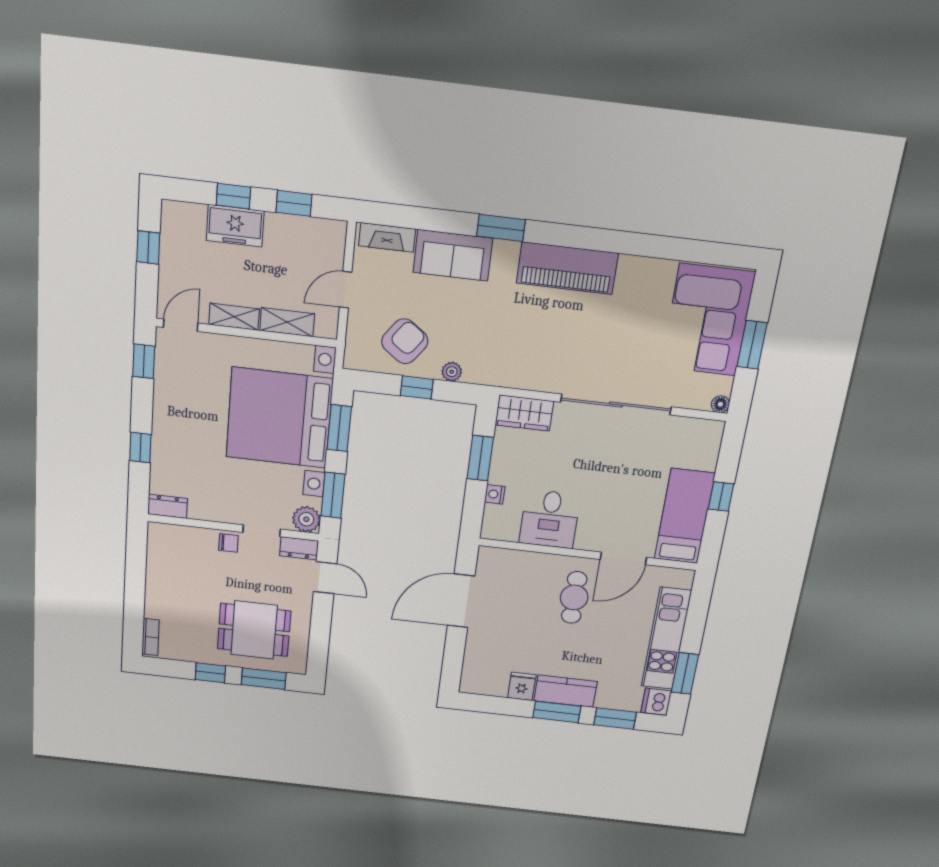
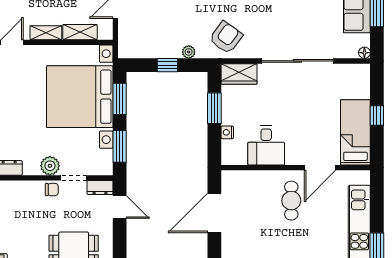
armchair: (405, 341) -> (226, 37), moved
plant: (306, 519) -> (50, 166), moved

